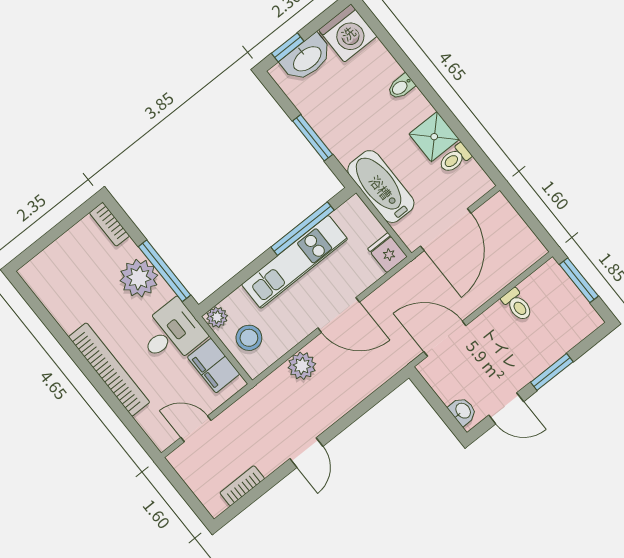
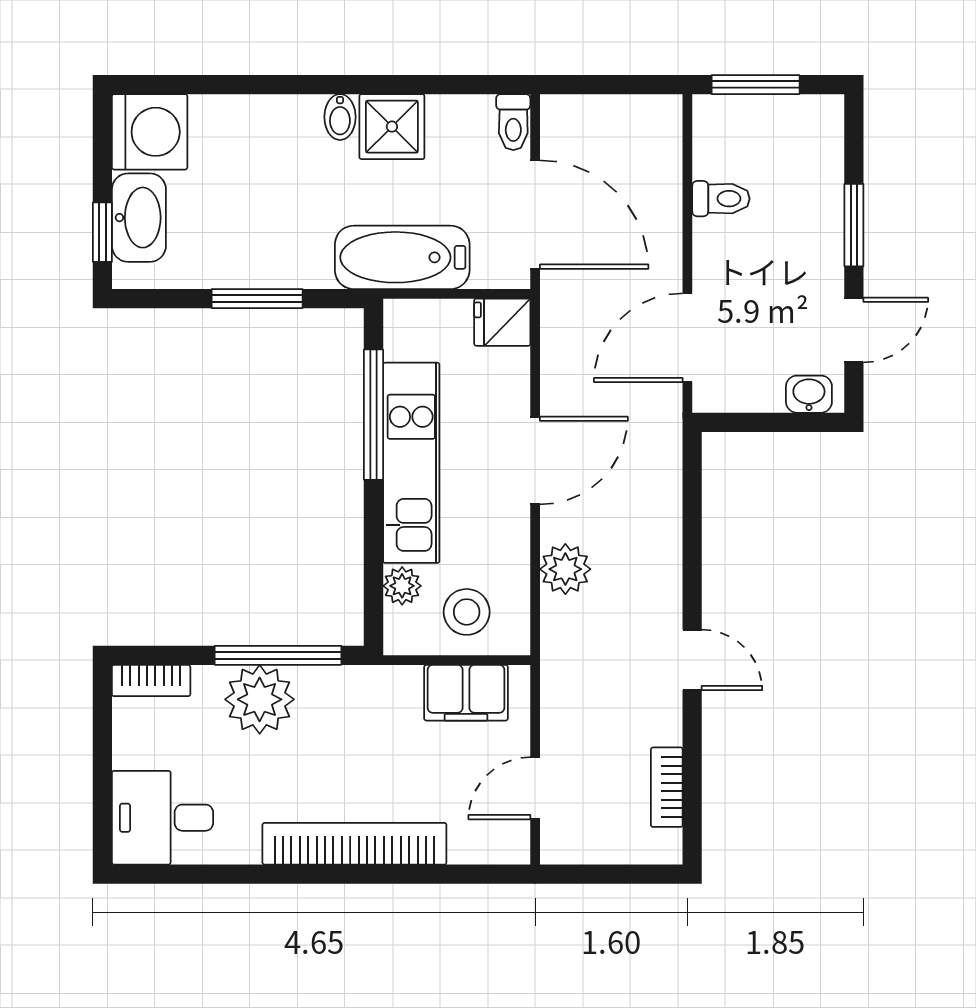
bidet: (401, 87) -> (340, 117), moved
toilet: (455, 158) -> (513, 122), moved
plant: (217, 317) -> (402, 586), moved
desk: (172, 333) -> (162, 818), moved, turned -90

